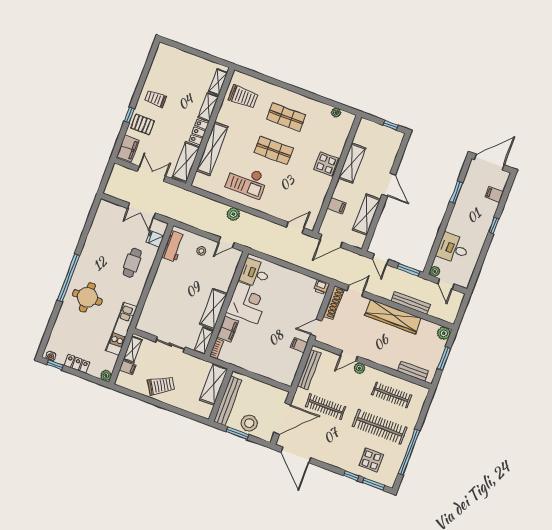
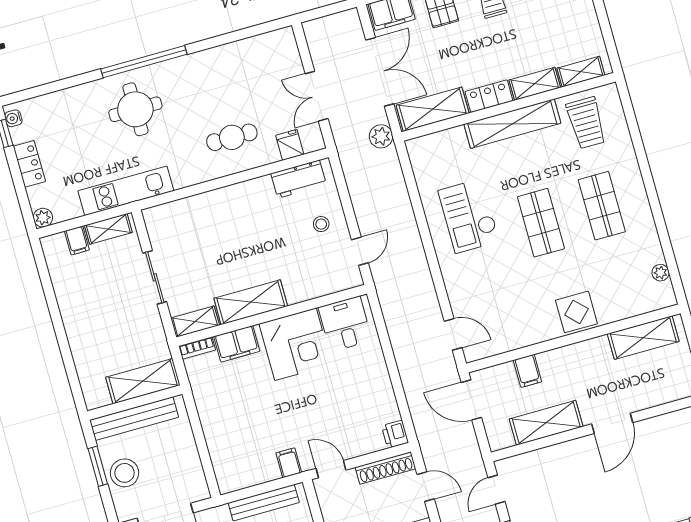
shelving: (212, 149) -> (512, 124), moved
shelving: (352, 163) -> (643, 338), moved
double door: (151, 174) -> (380, 72), width x1.37
plant: (233, 214) -> (381, 136), moved
door: (227, 242) -> (360, 251), swing flipped
trolley: (161, 385) -> (86, 307), removed

